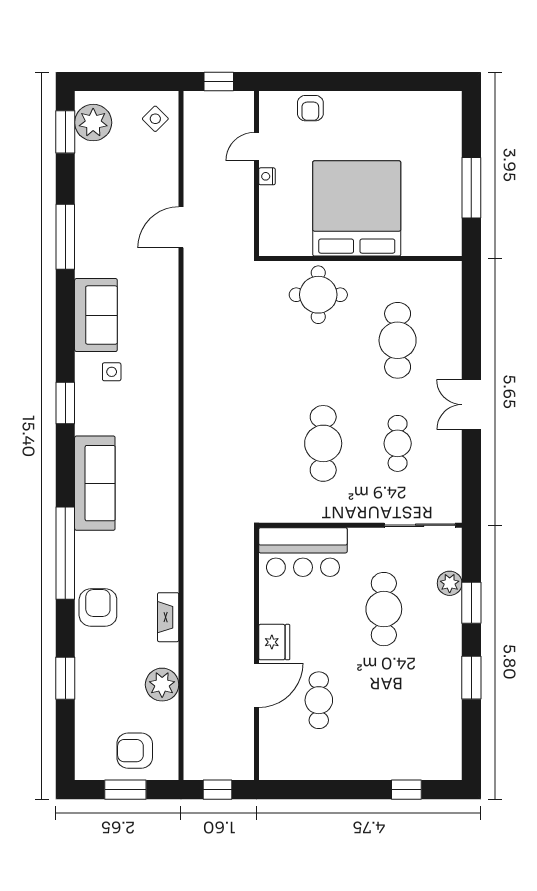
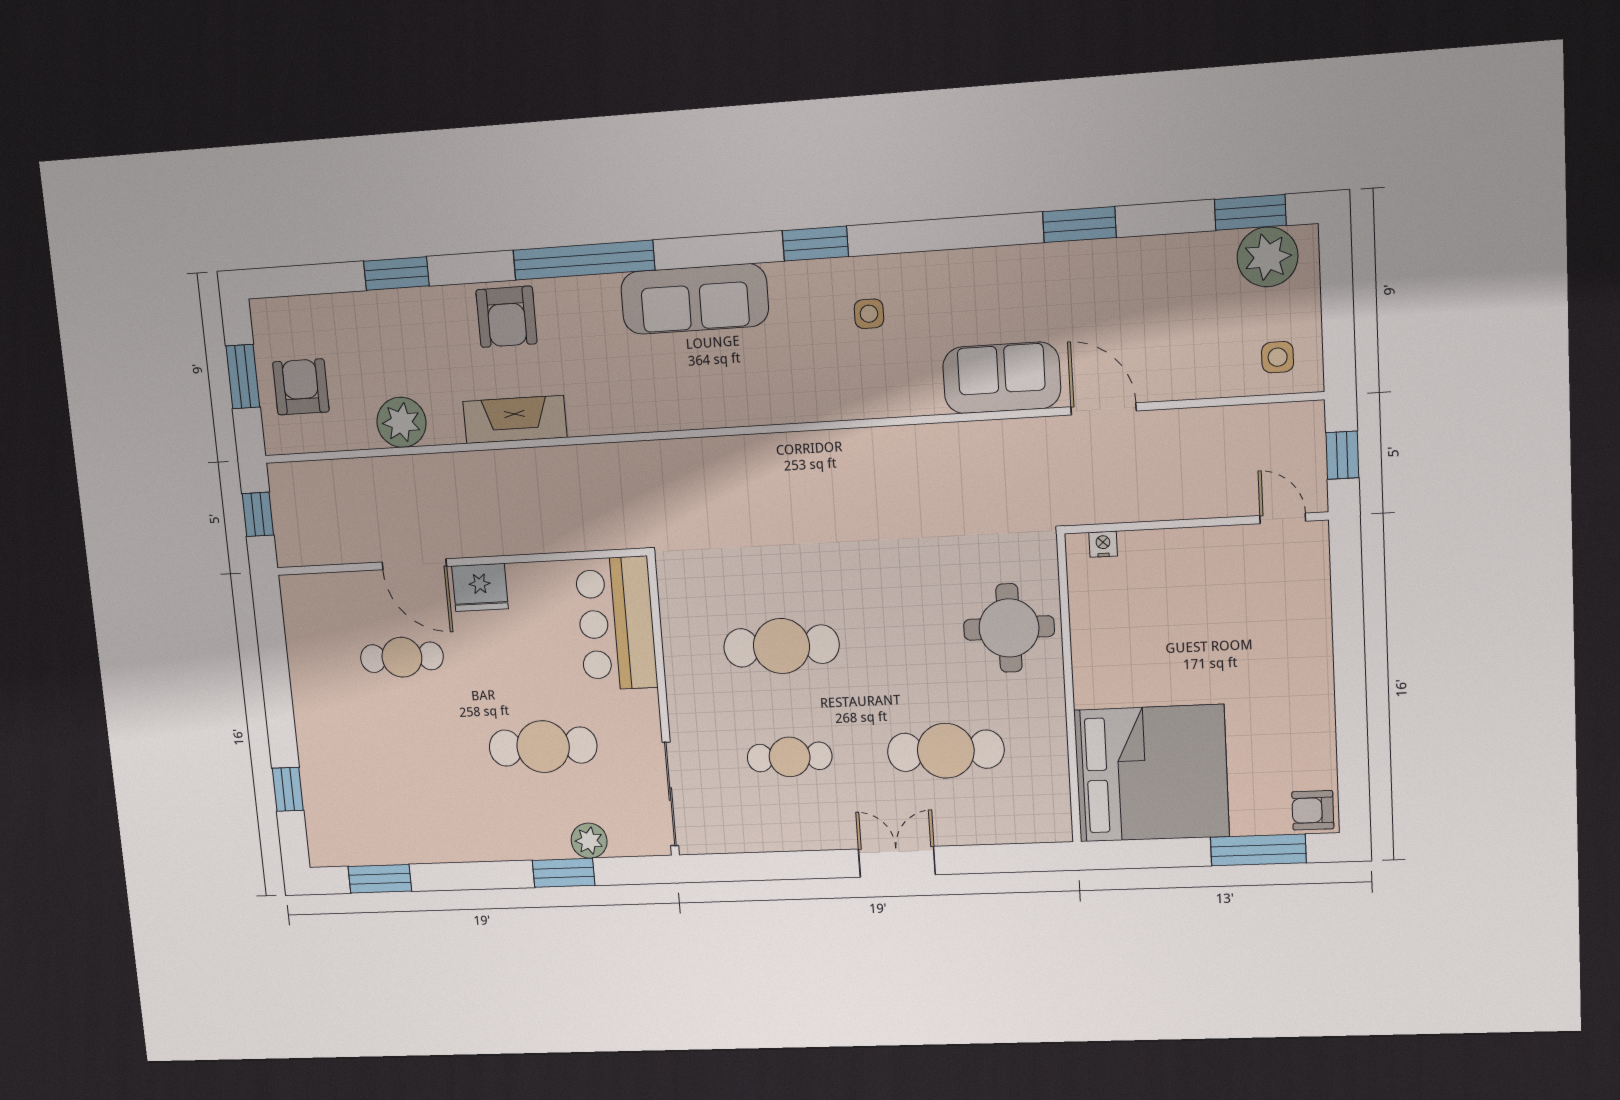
armchair: (310, 108) -> (1313, 810), moved
side table: (155, 119) -> (1278, 357), turned 45
door: (257, 147) -> (1283, 518), moved
nightstand: (267, 176) -> (1103, 544), moved
window: (471, 188) -> (1258, 850), moved
bed: (357, 208) -> (1152, 773), moved
window: (65, 237) -> (1079, 225), width x0.69
sofa: (96, 315) -> (1002, 378), moved, turned 180
double door: (471, 405) -> (897, 862), moved
armchair: (98, 608) -> (506, 317), turned 90
fireplace: (168, 617) -> (515, 419), width x1.37, depth x1.32
window: (471, 678) -> (380, 879), moved

